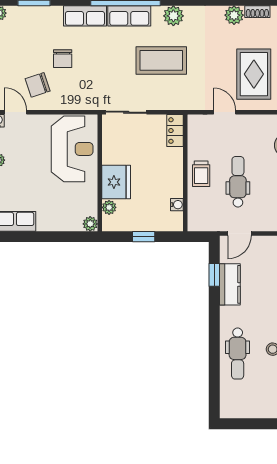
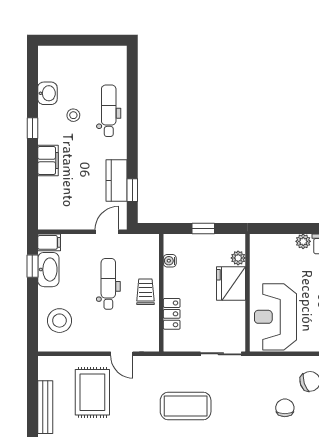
locker: (175, 131) -> (172, 314), moved
dental chair: (238, 182) -> (108, 284), turned 180
plant: (90, 224) -> (303, 241), moved

